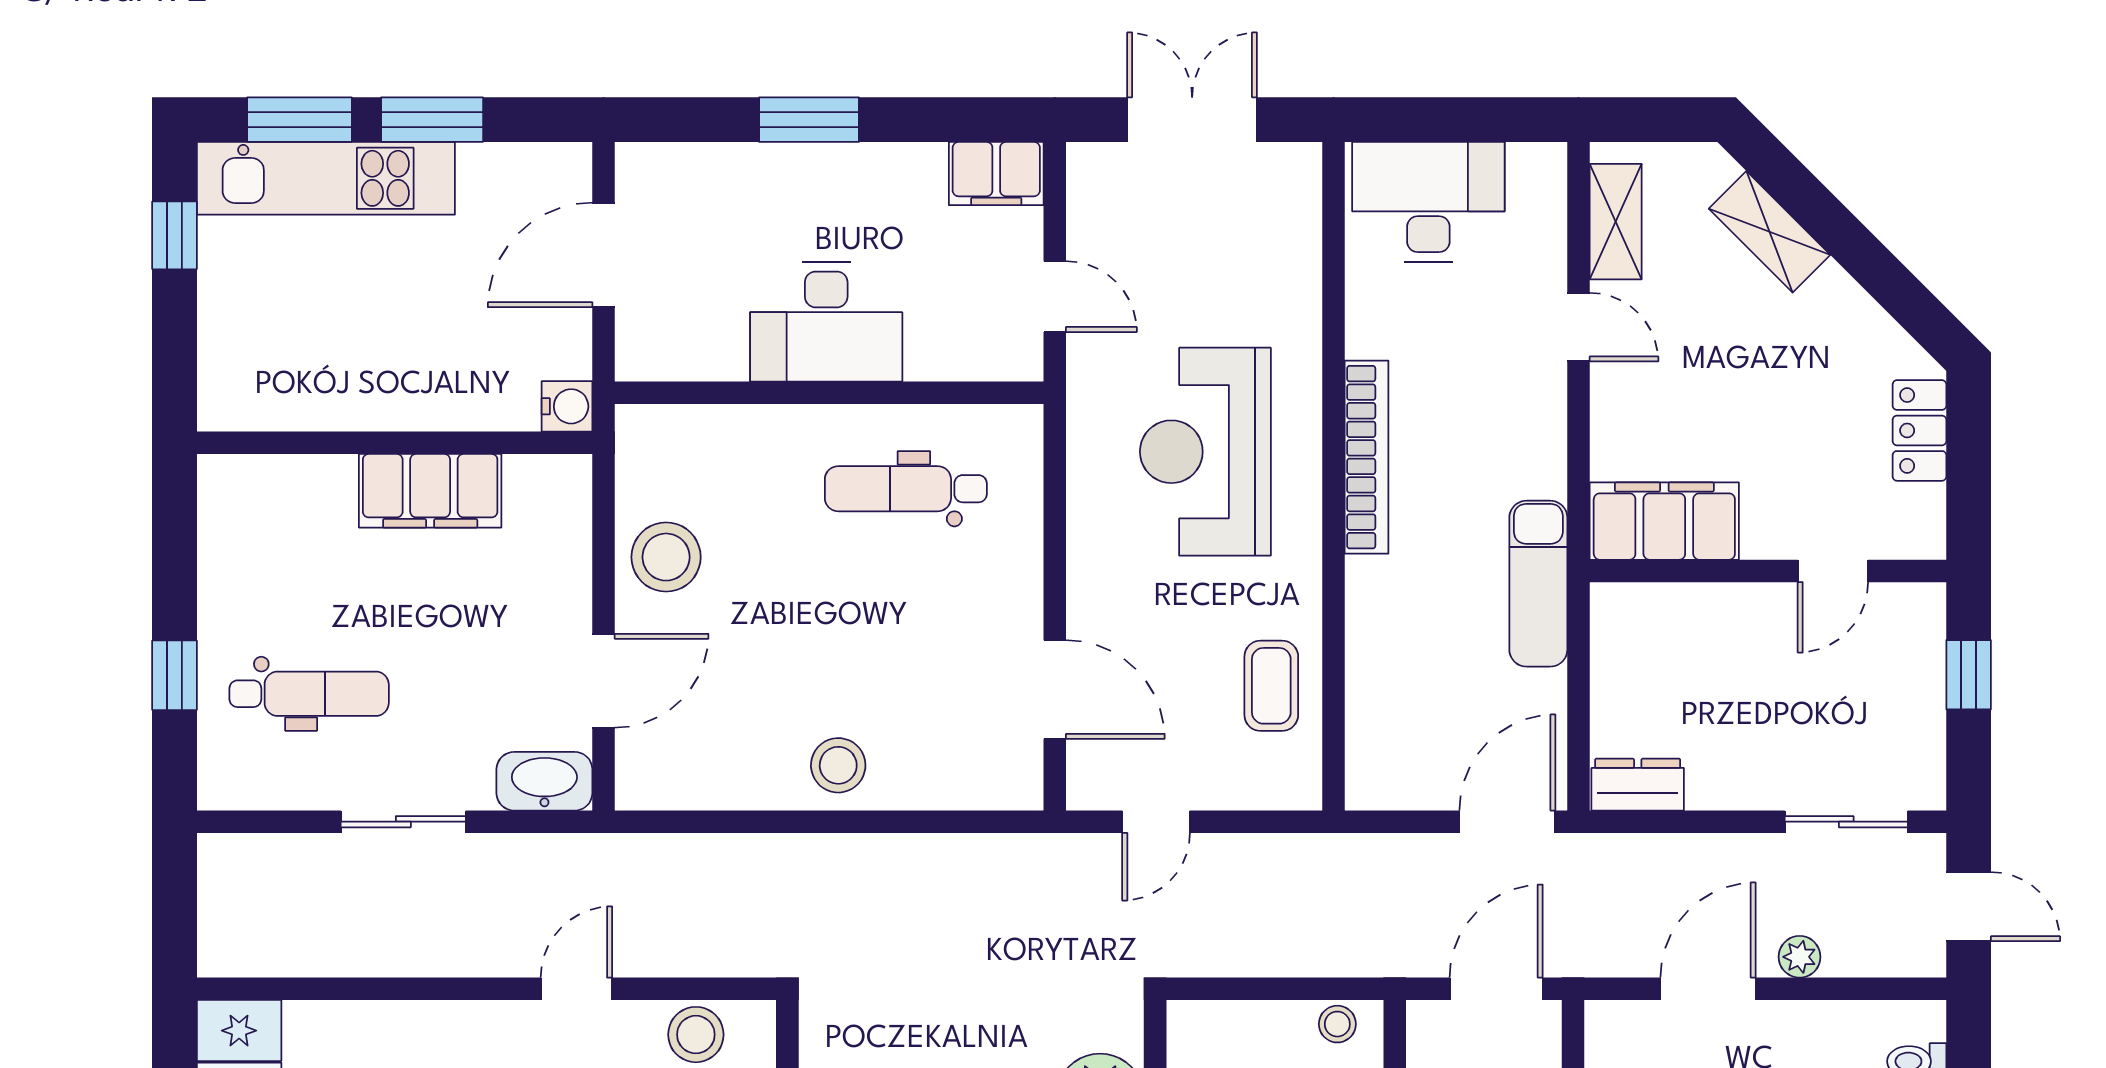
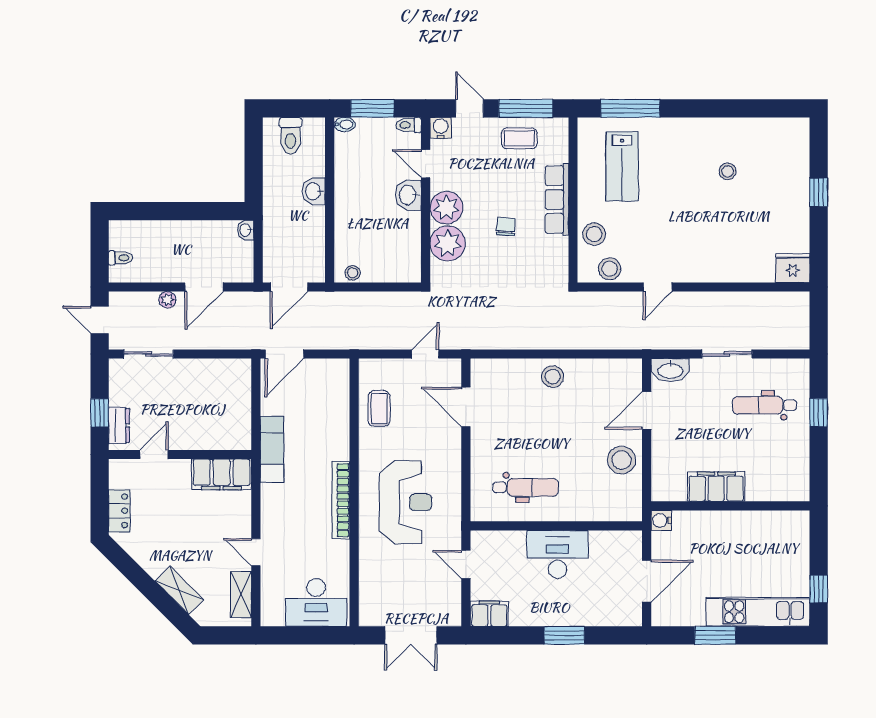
window: (299, 120) -> (769, 635), removed
dresser: (1638, 785) -> (119, 425), moved, turned -90

